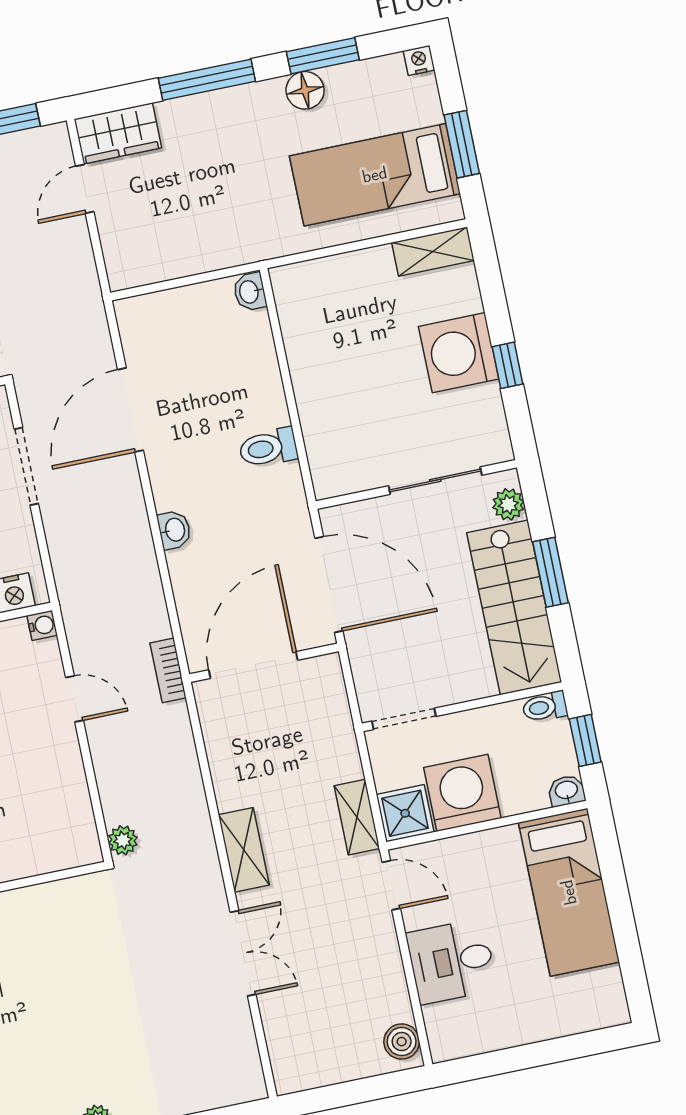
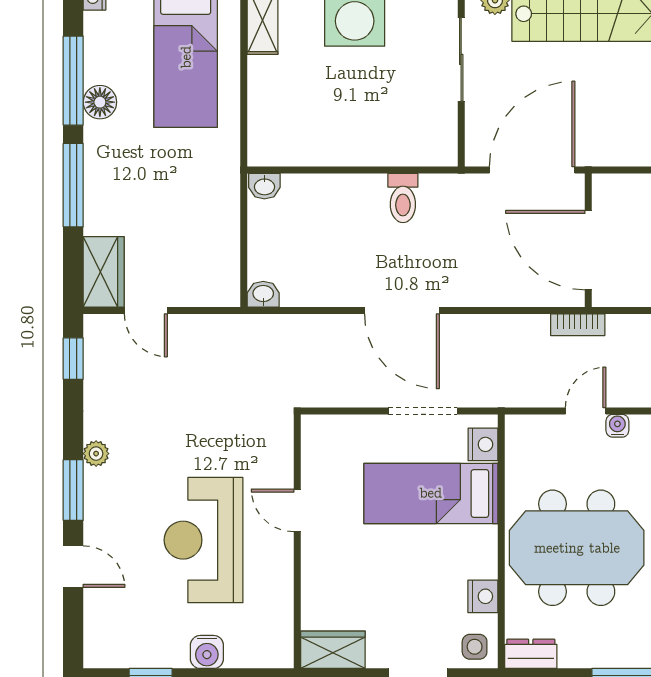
window: (323, 56) -> (73, 81), width x1.44
door: (131, 410) -> (402, 311), moved
doorway: (26, 466) -> (423, 411), moved
washbasin: (174, 530) -> (263, 294), moved
water cooler: (42, 625) -> (617, 426), moved

